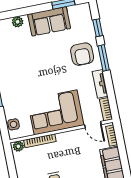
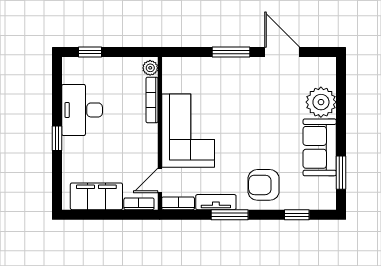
plant: (18, 22) -> (321, 102), width x1.88, depth x1.88
window: (104, 58) -> (230, 215), moved
side table: (14, 124) -> (183, 67), removed

